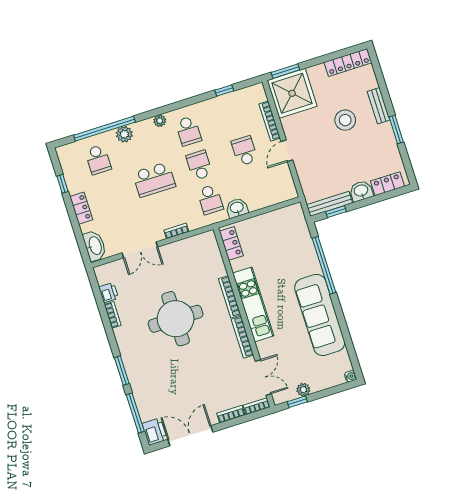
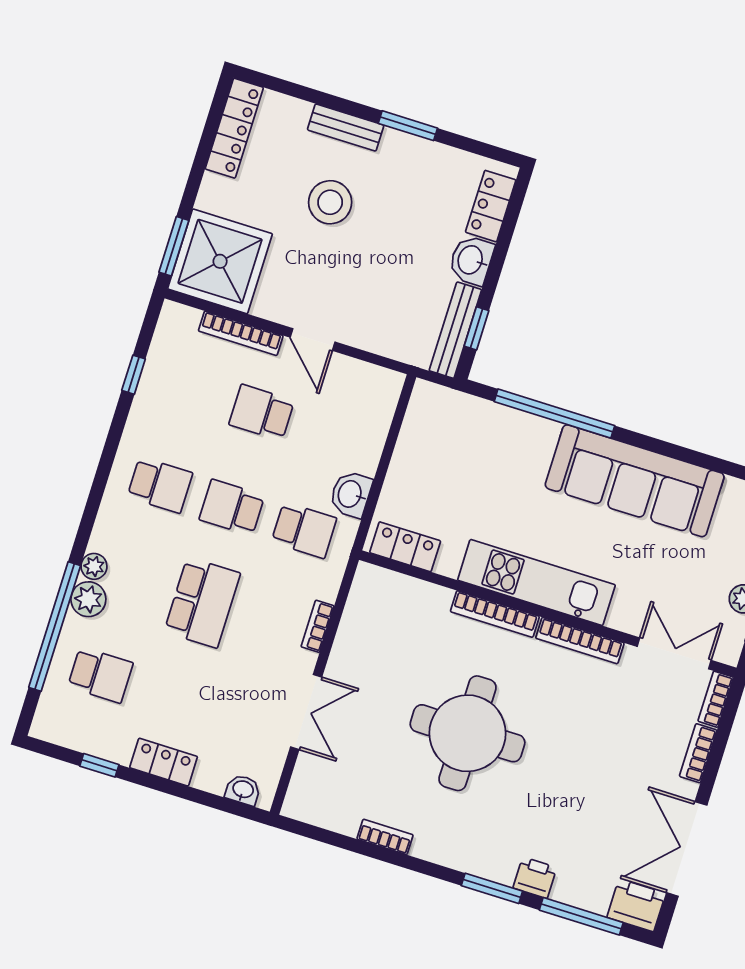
plant: (160, 121) -> (94, 566), moved
washbasin: (95, 246) -> (243, 790), width x0.52, depth x0.69
printer: (109, 293) -> (535, 878), moved

